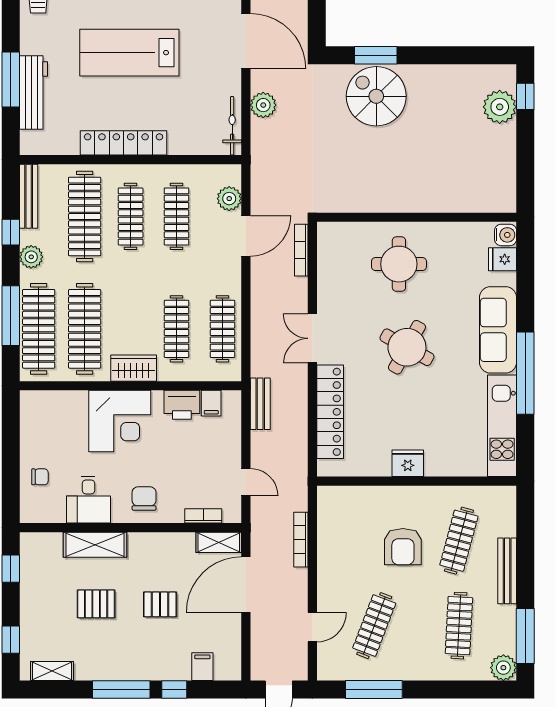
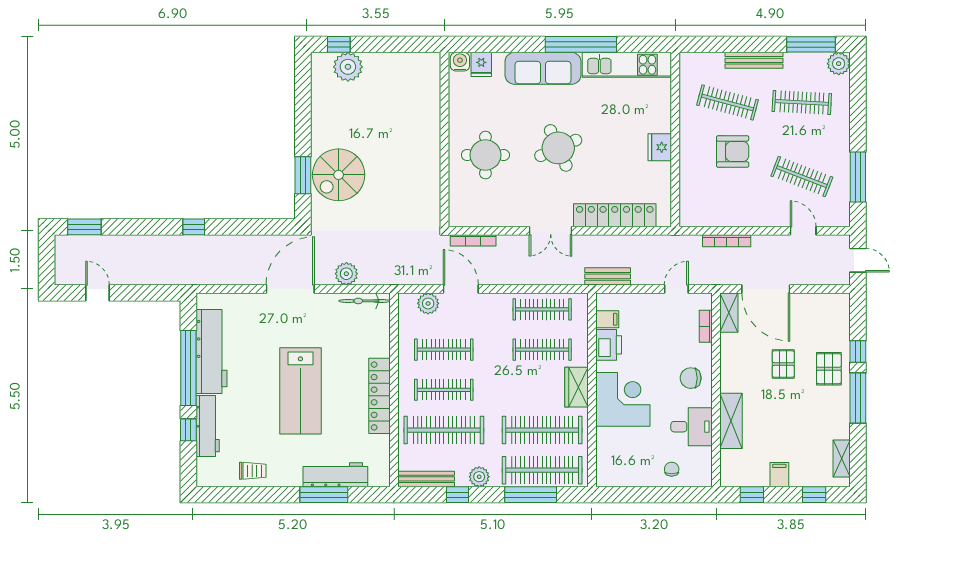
round table: (407, 347) -> (558, 148), turned 37
pallet: (96, 604) -> (829, 369), moved
filing cabinet: (202, 667) -> (779, 475), moved, turned 90

